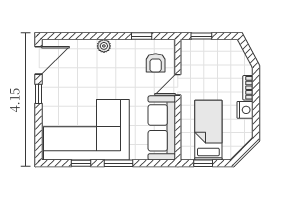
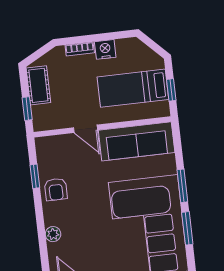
plant: (104, 46) -> (53, 234), moved
cot: (220, 48) -> (38, 85), added
armchair: (156, 63) -> (56, 189), moved, turned 90
window: (81, 163) -> (187, 228), width x1.50

